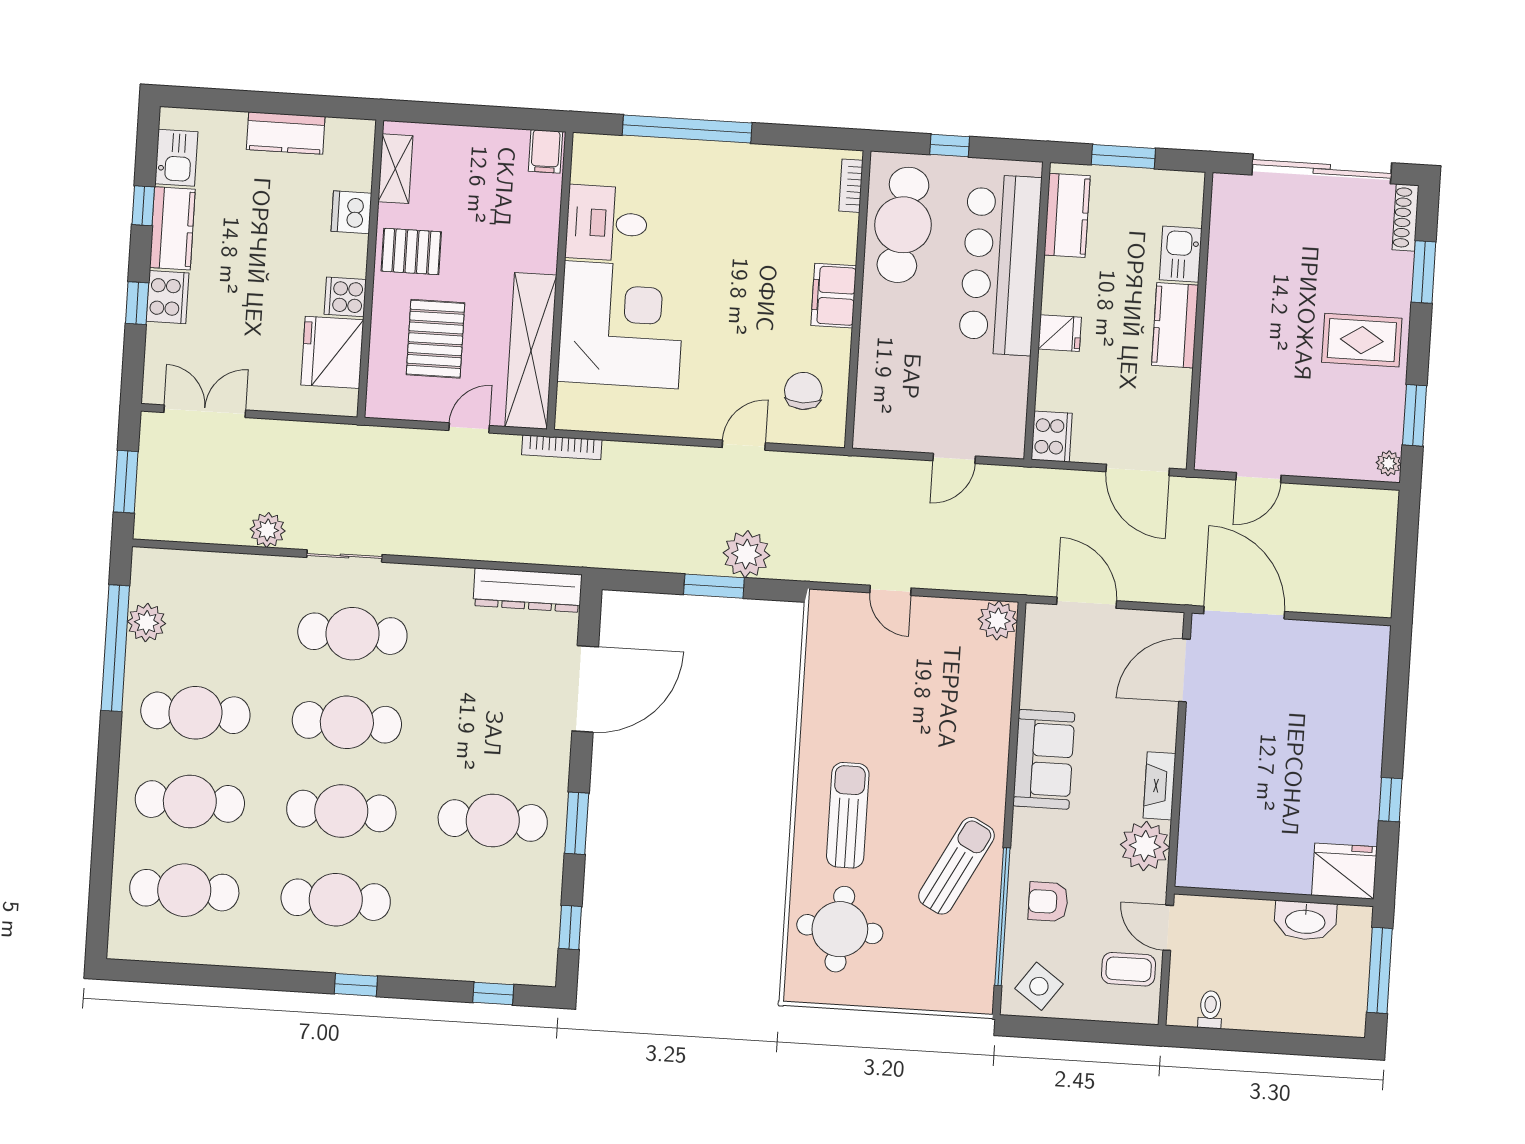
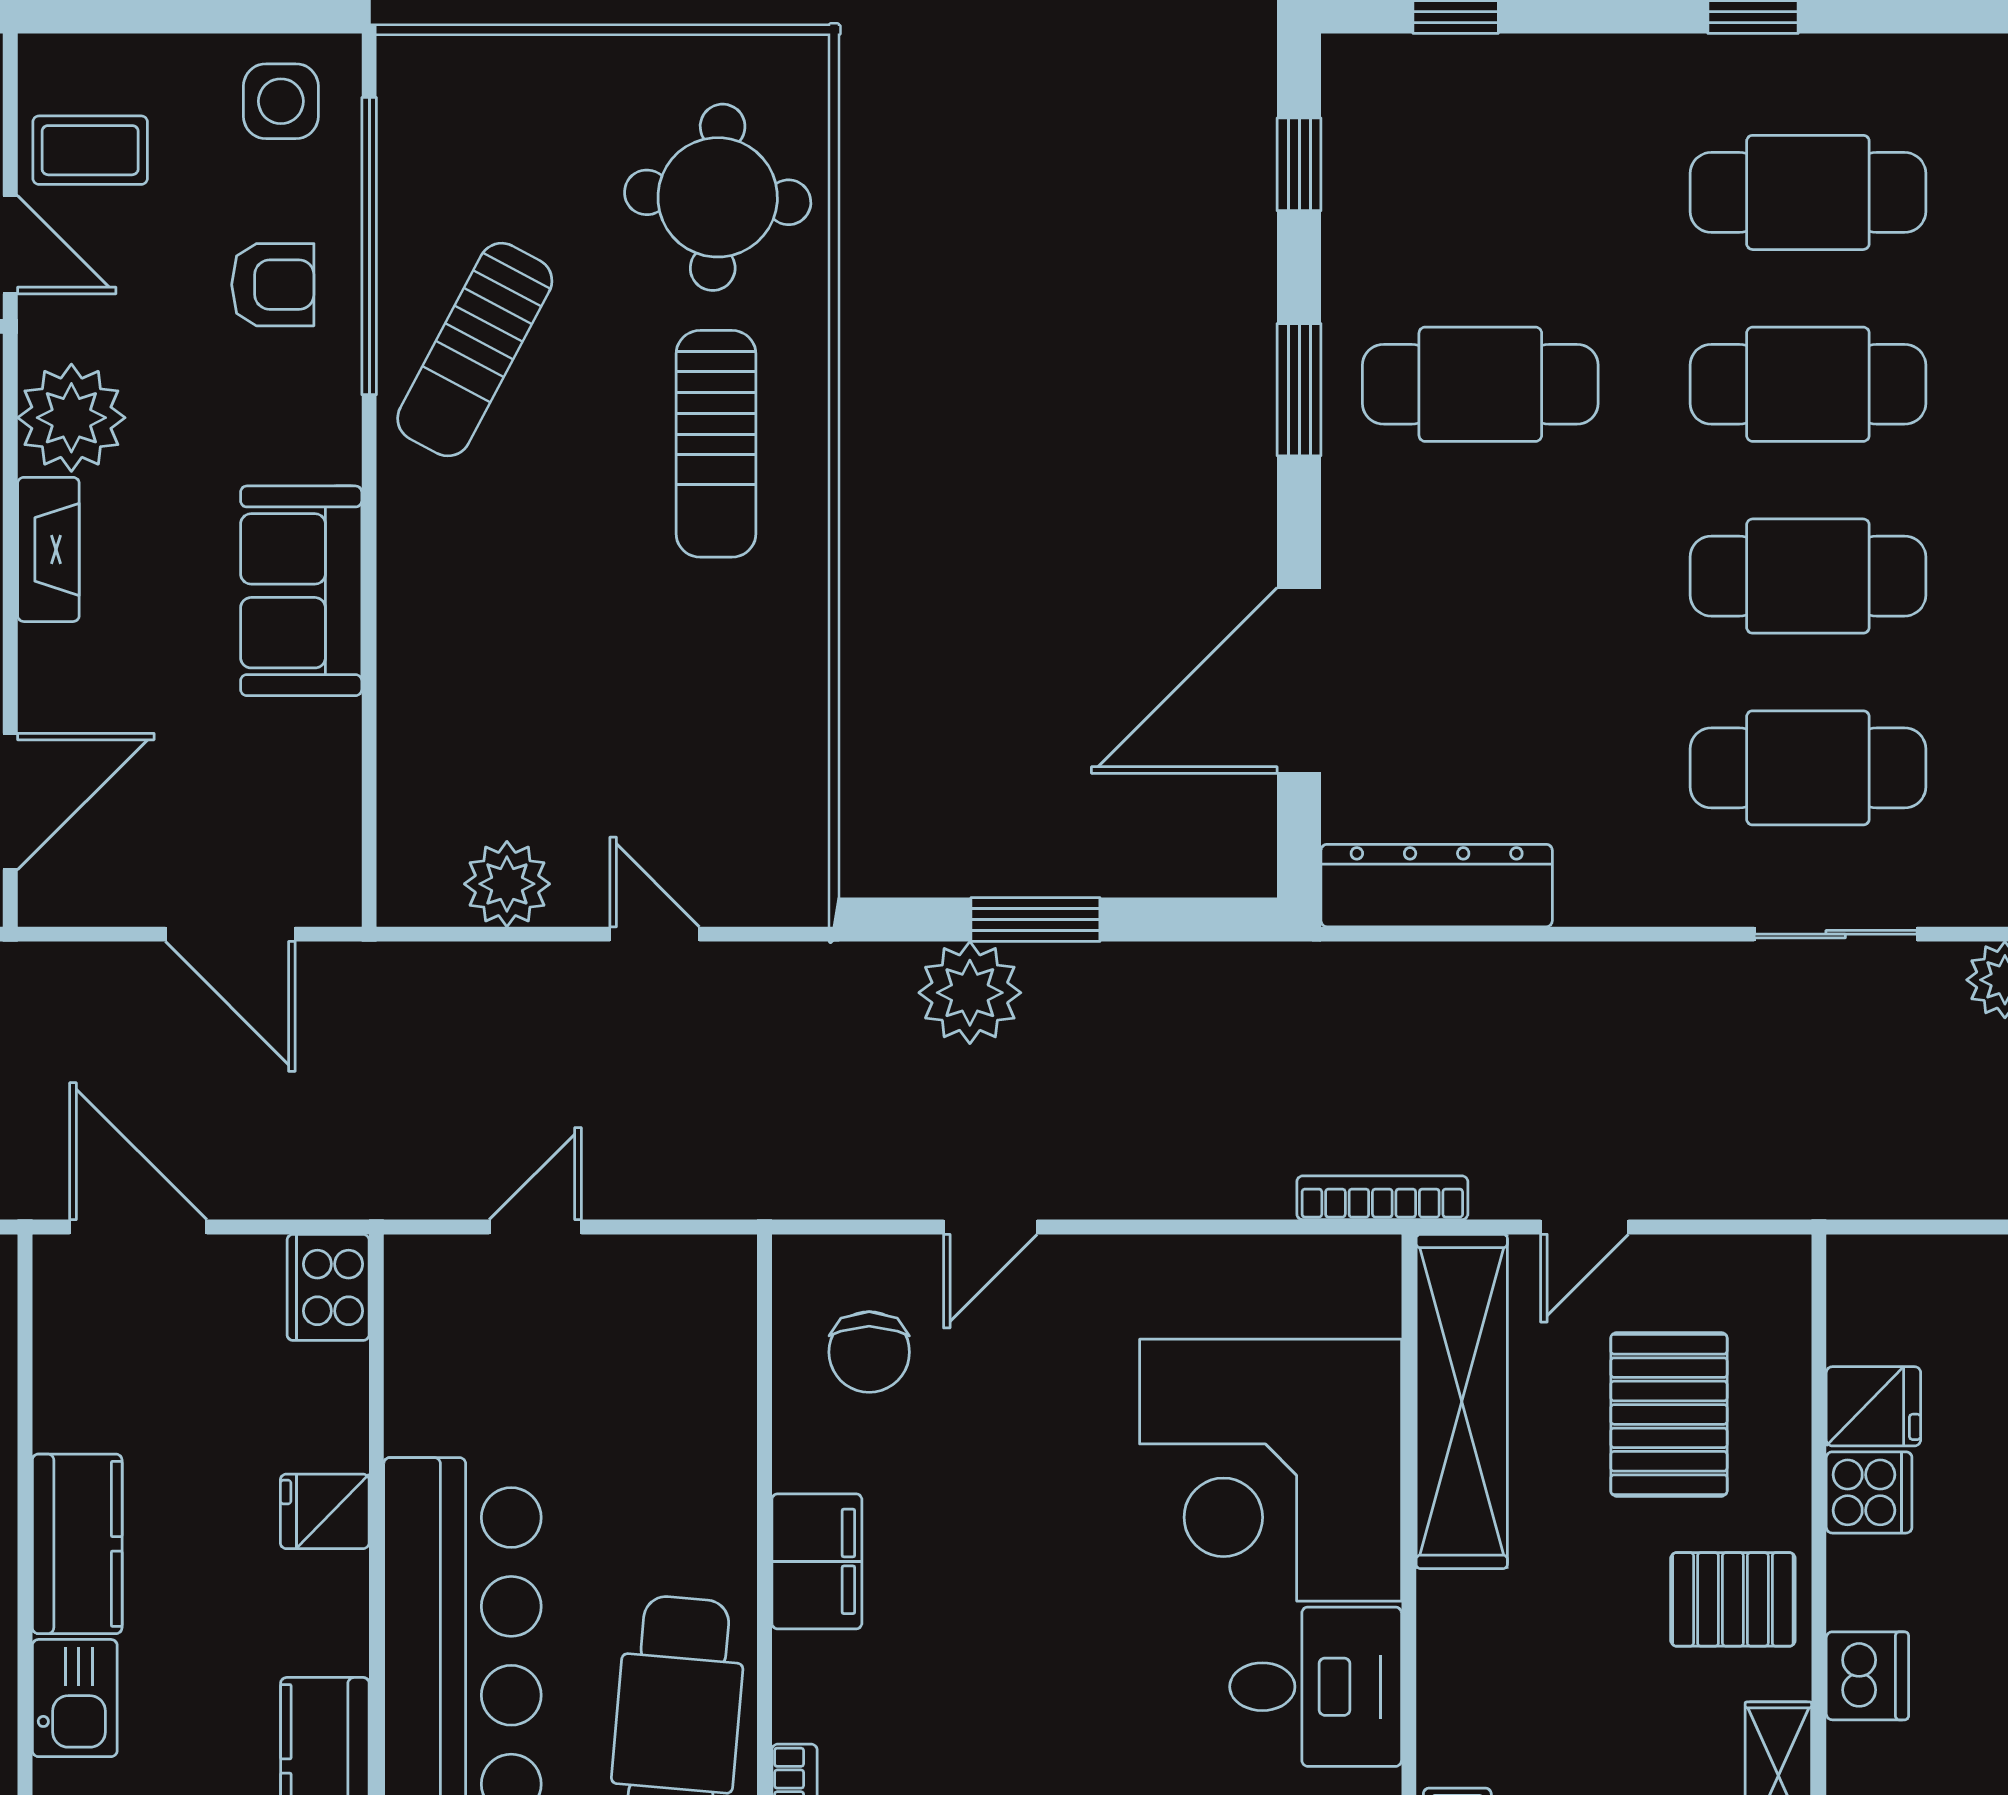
fridge: (332, 352) -> (1873, 1406), width x0.53, depth x0.75
plant: (998, 620) -> (507, 884), moved
side table: (1039, 986) -> (281, 101), turned -36

